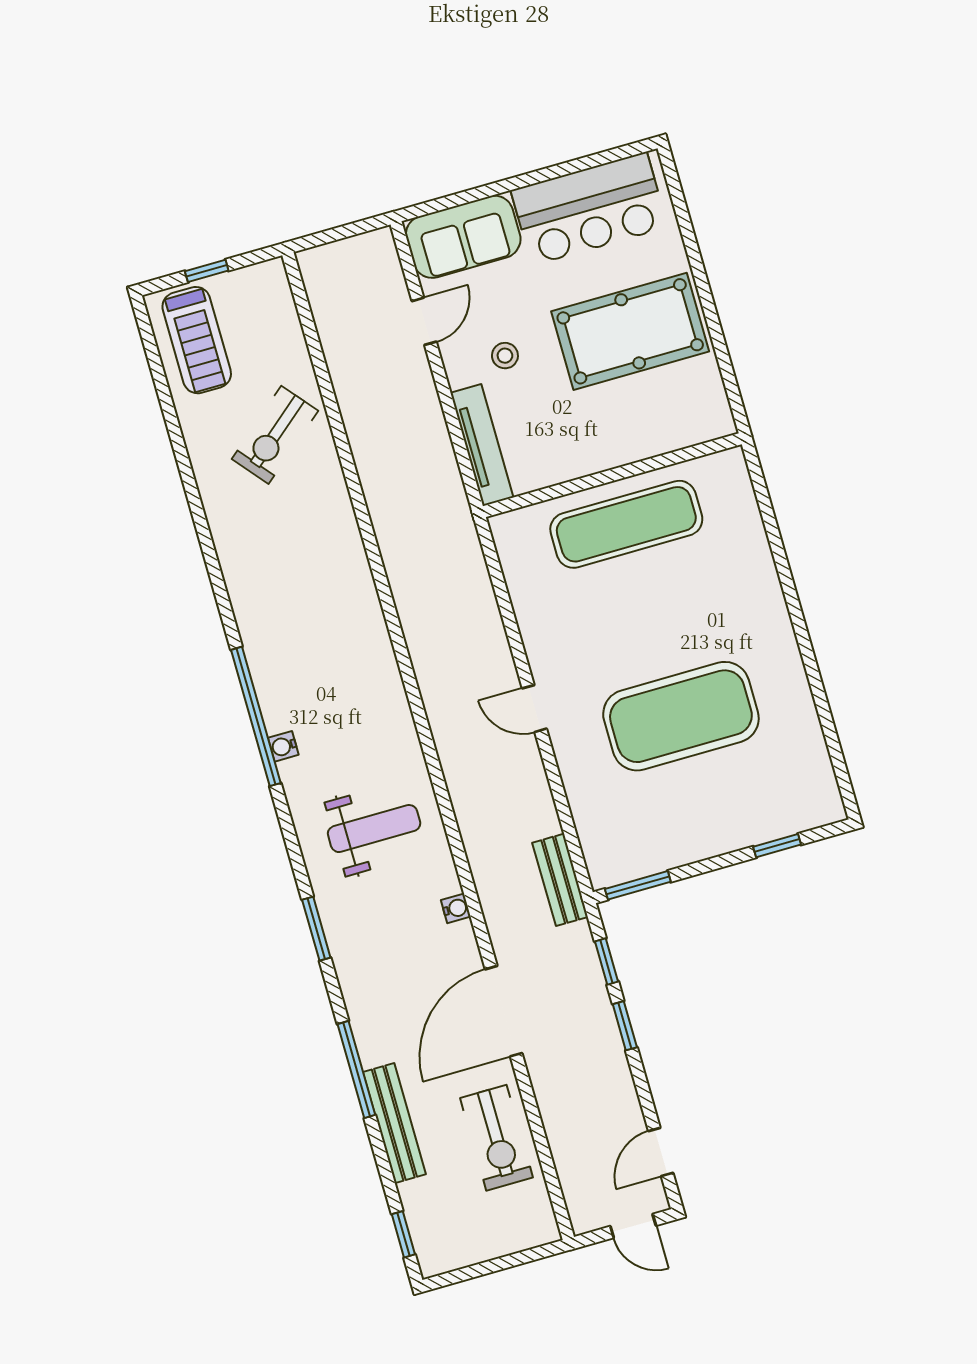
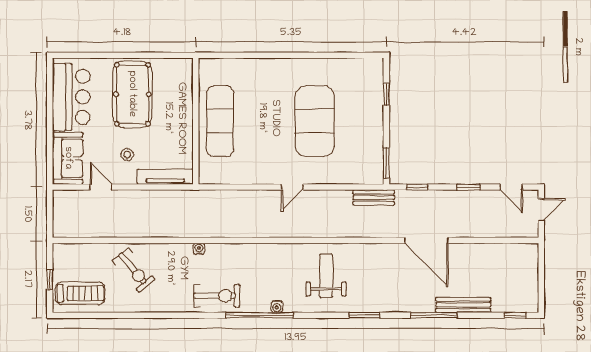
water cooler: (456, 908) -> (199, 249), moved
window: (625, 1026) -> (468, 187), moved
exercise bike: (496, 1138) -> (217, 296), moved

